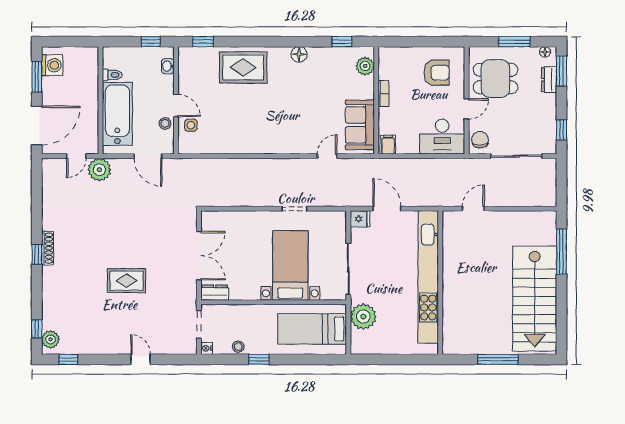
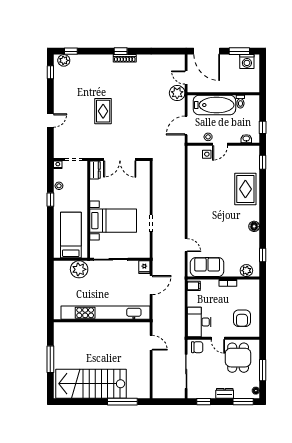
dresser: (549, 80) -> (225, 393), moved

